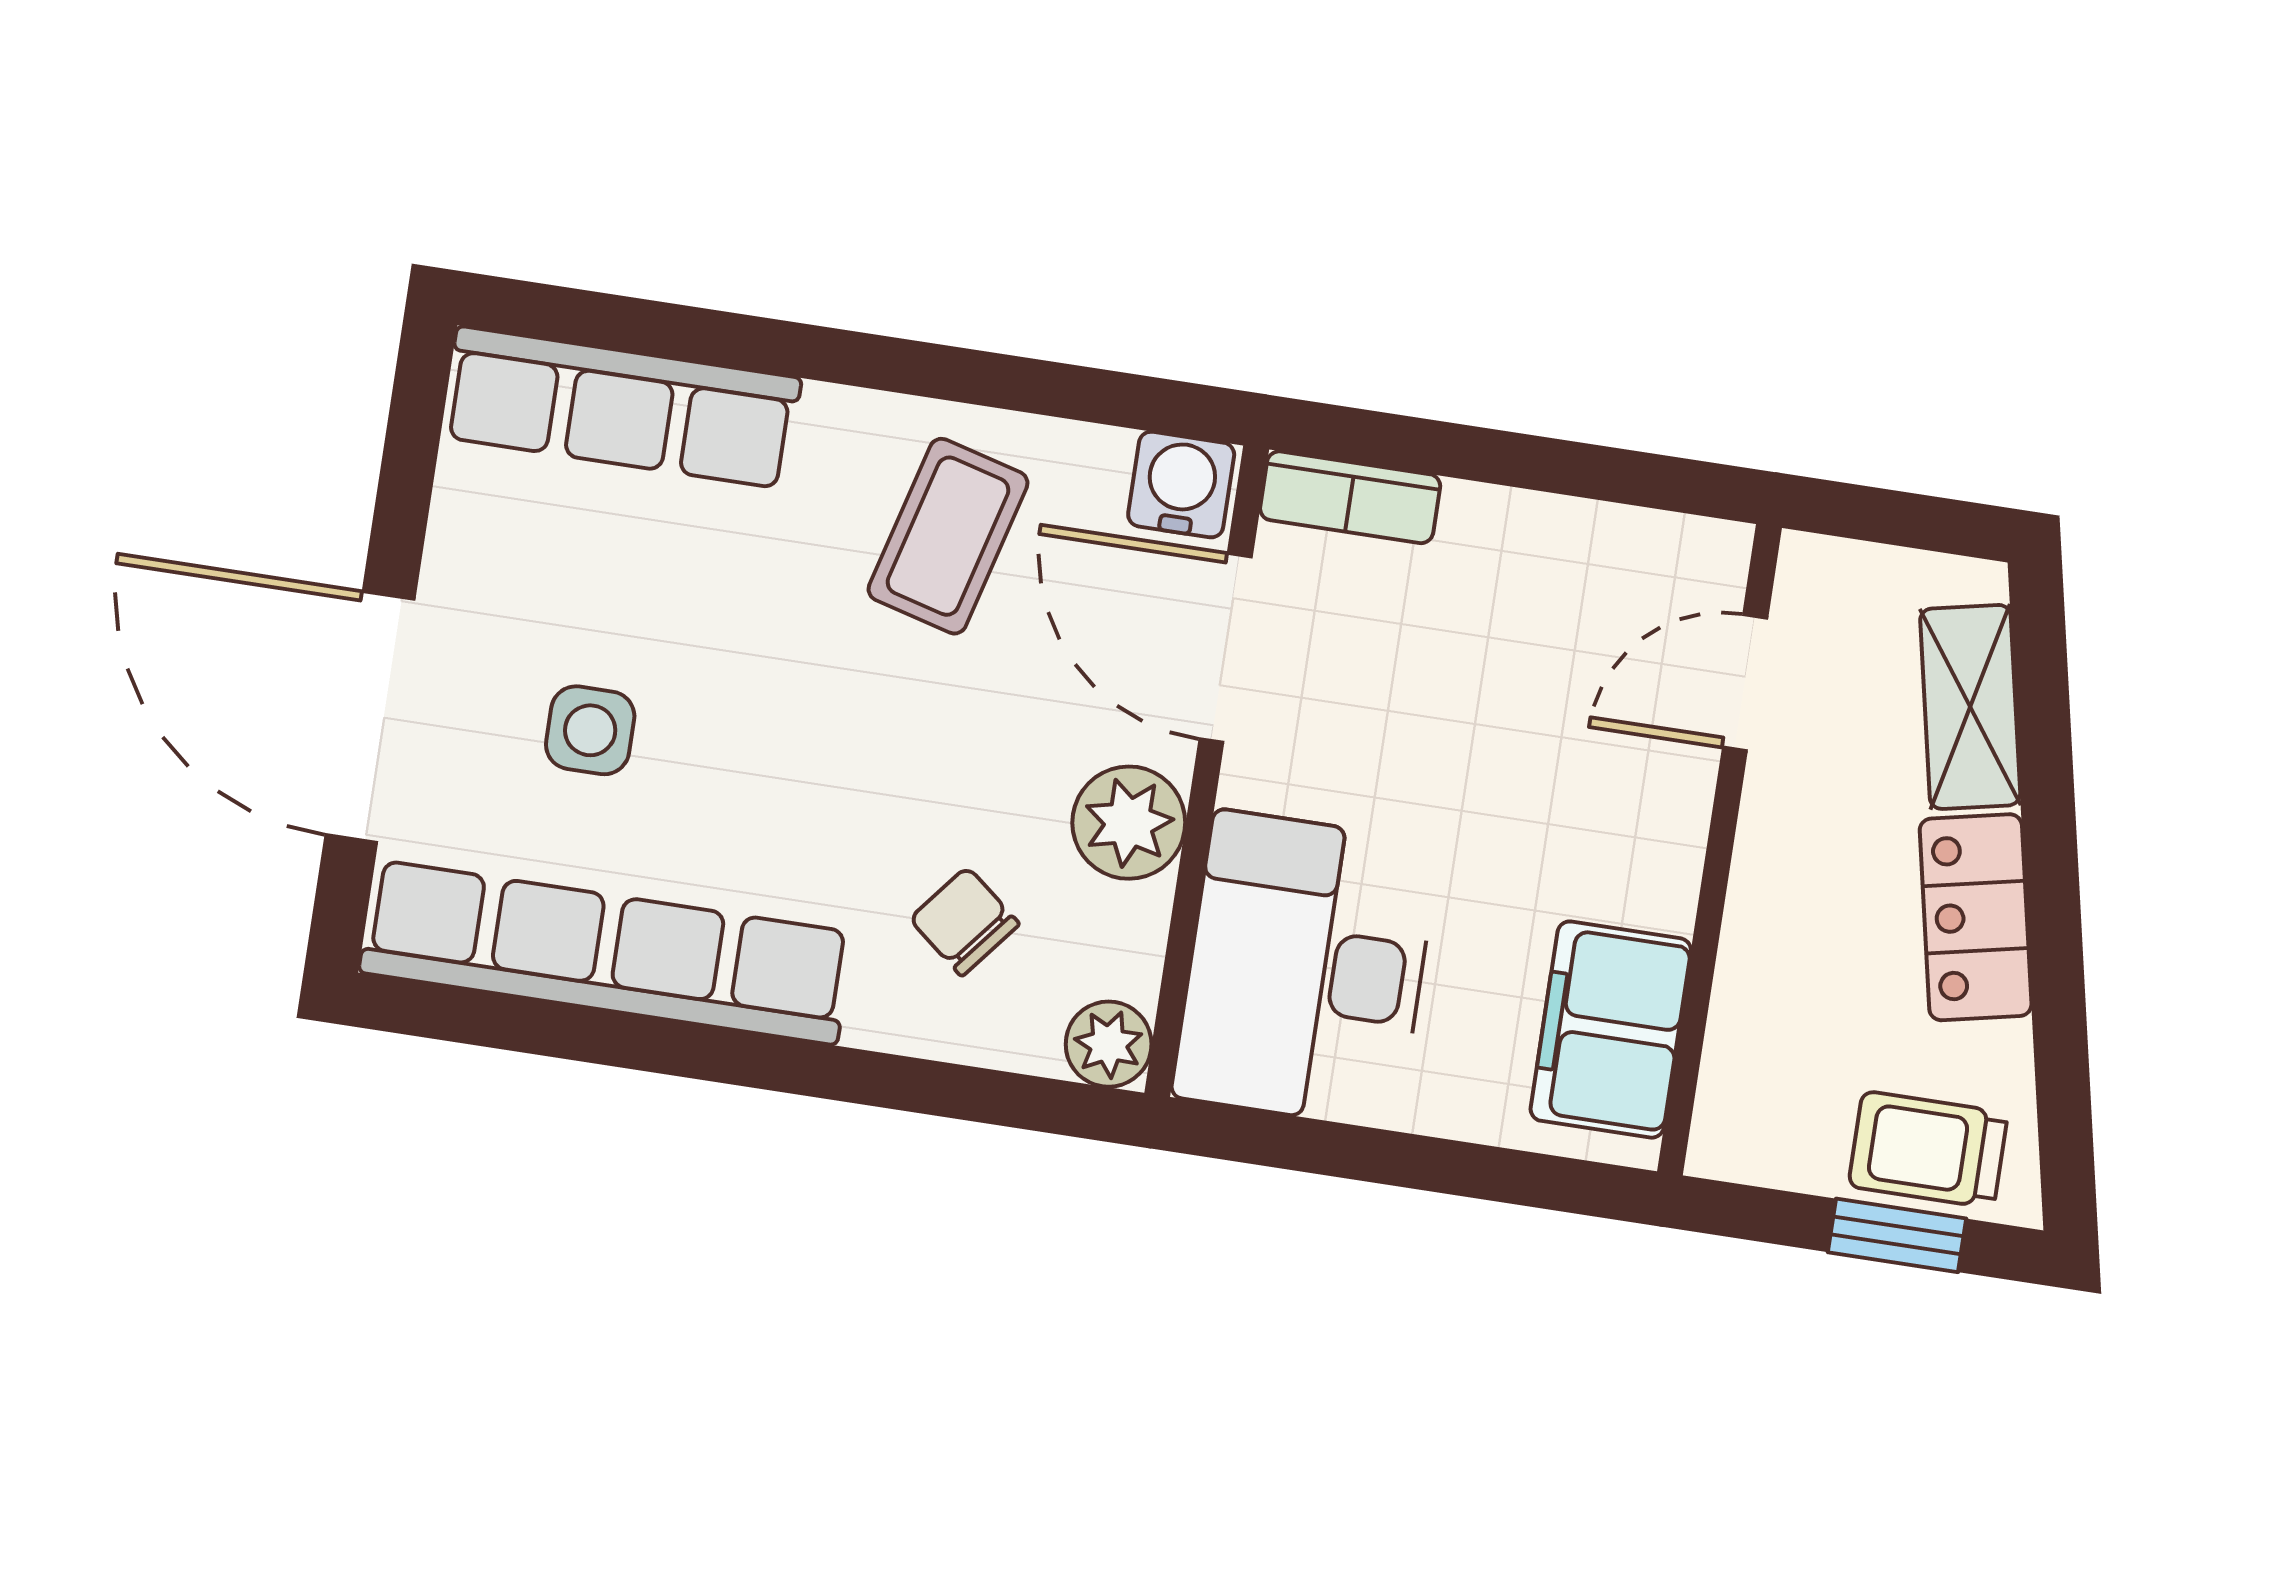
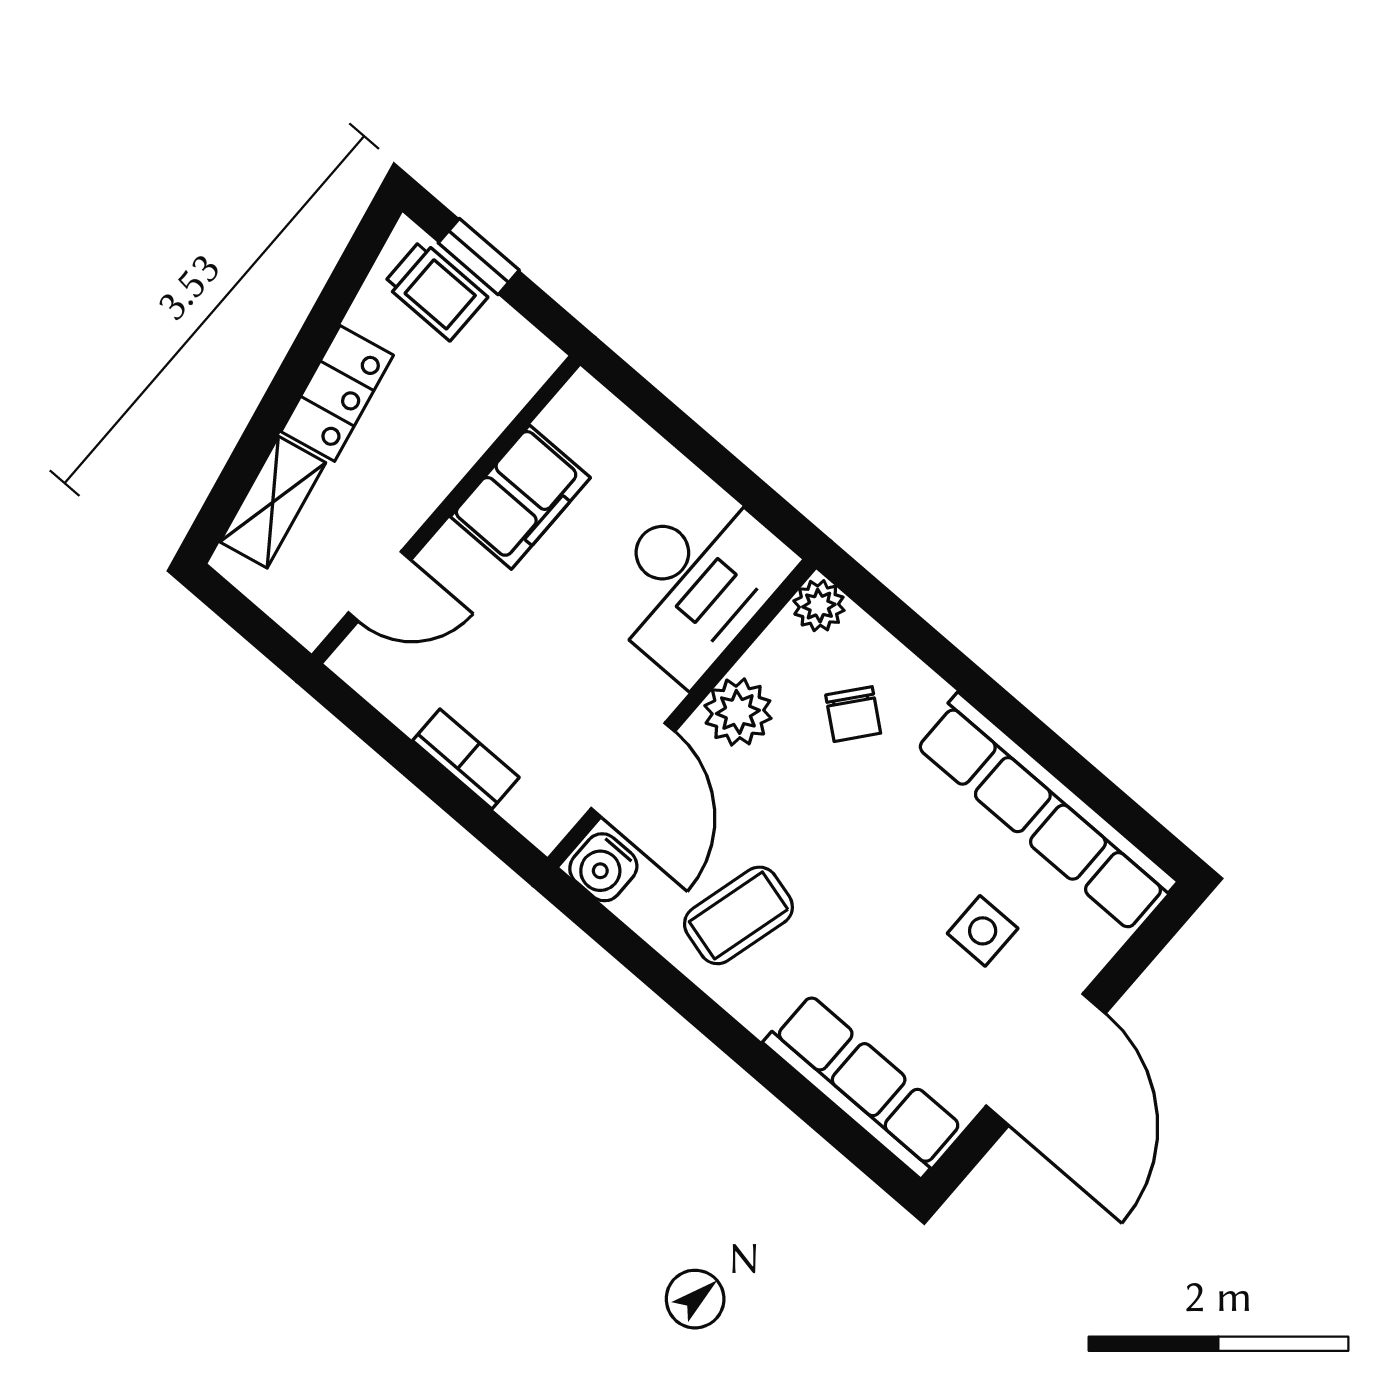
bookcase: (1350, 497) -> (466, 759), moved
door: (370, 717) -> (1046, 1060), moved
filing cabinet: (1611, 1030) -> (520, 497), moved

